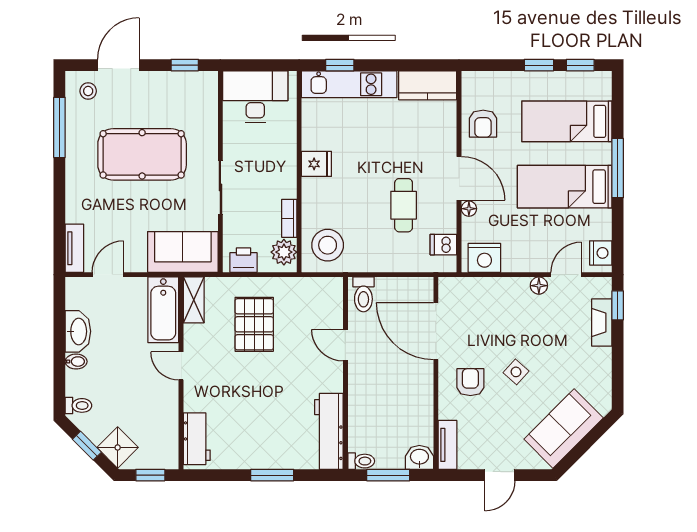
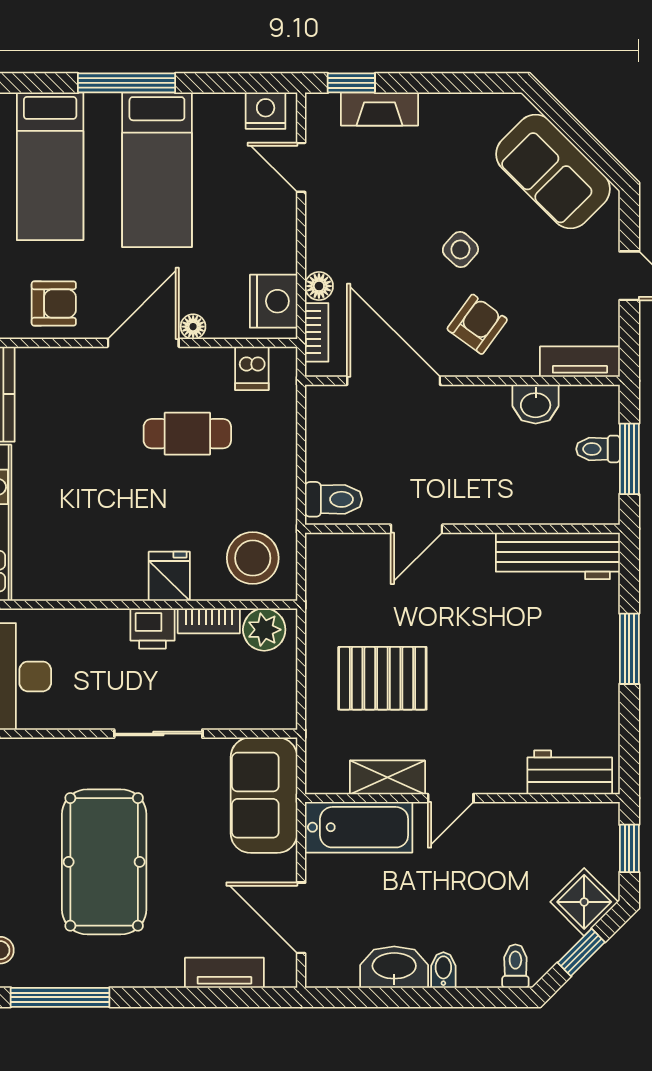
fridge: (316, 164) -> (169, 576), moved
tv unit: (74, 248) -> (224, 973), moved
printer: (243, 260) -> (153, 629), moved, turned -90
door: (108, 275) -> (301, 918), width x1.38
bookcase: (465, 284) -> (317, 332), added
floor lamp: (539, 286) -> (319, 286), moved
shelving: (194, 300) -> (387, 777), moved
door: (436, 331) -> (394, 381), swing flipped
armchair: (470, 382) -> (477, 324), turned 126
washbasin: (419, 457) -> (536, 404), moved, turned -90
toilet: (361, 461) -> (598, 449), moved, turned -90

